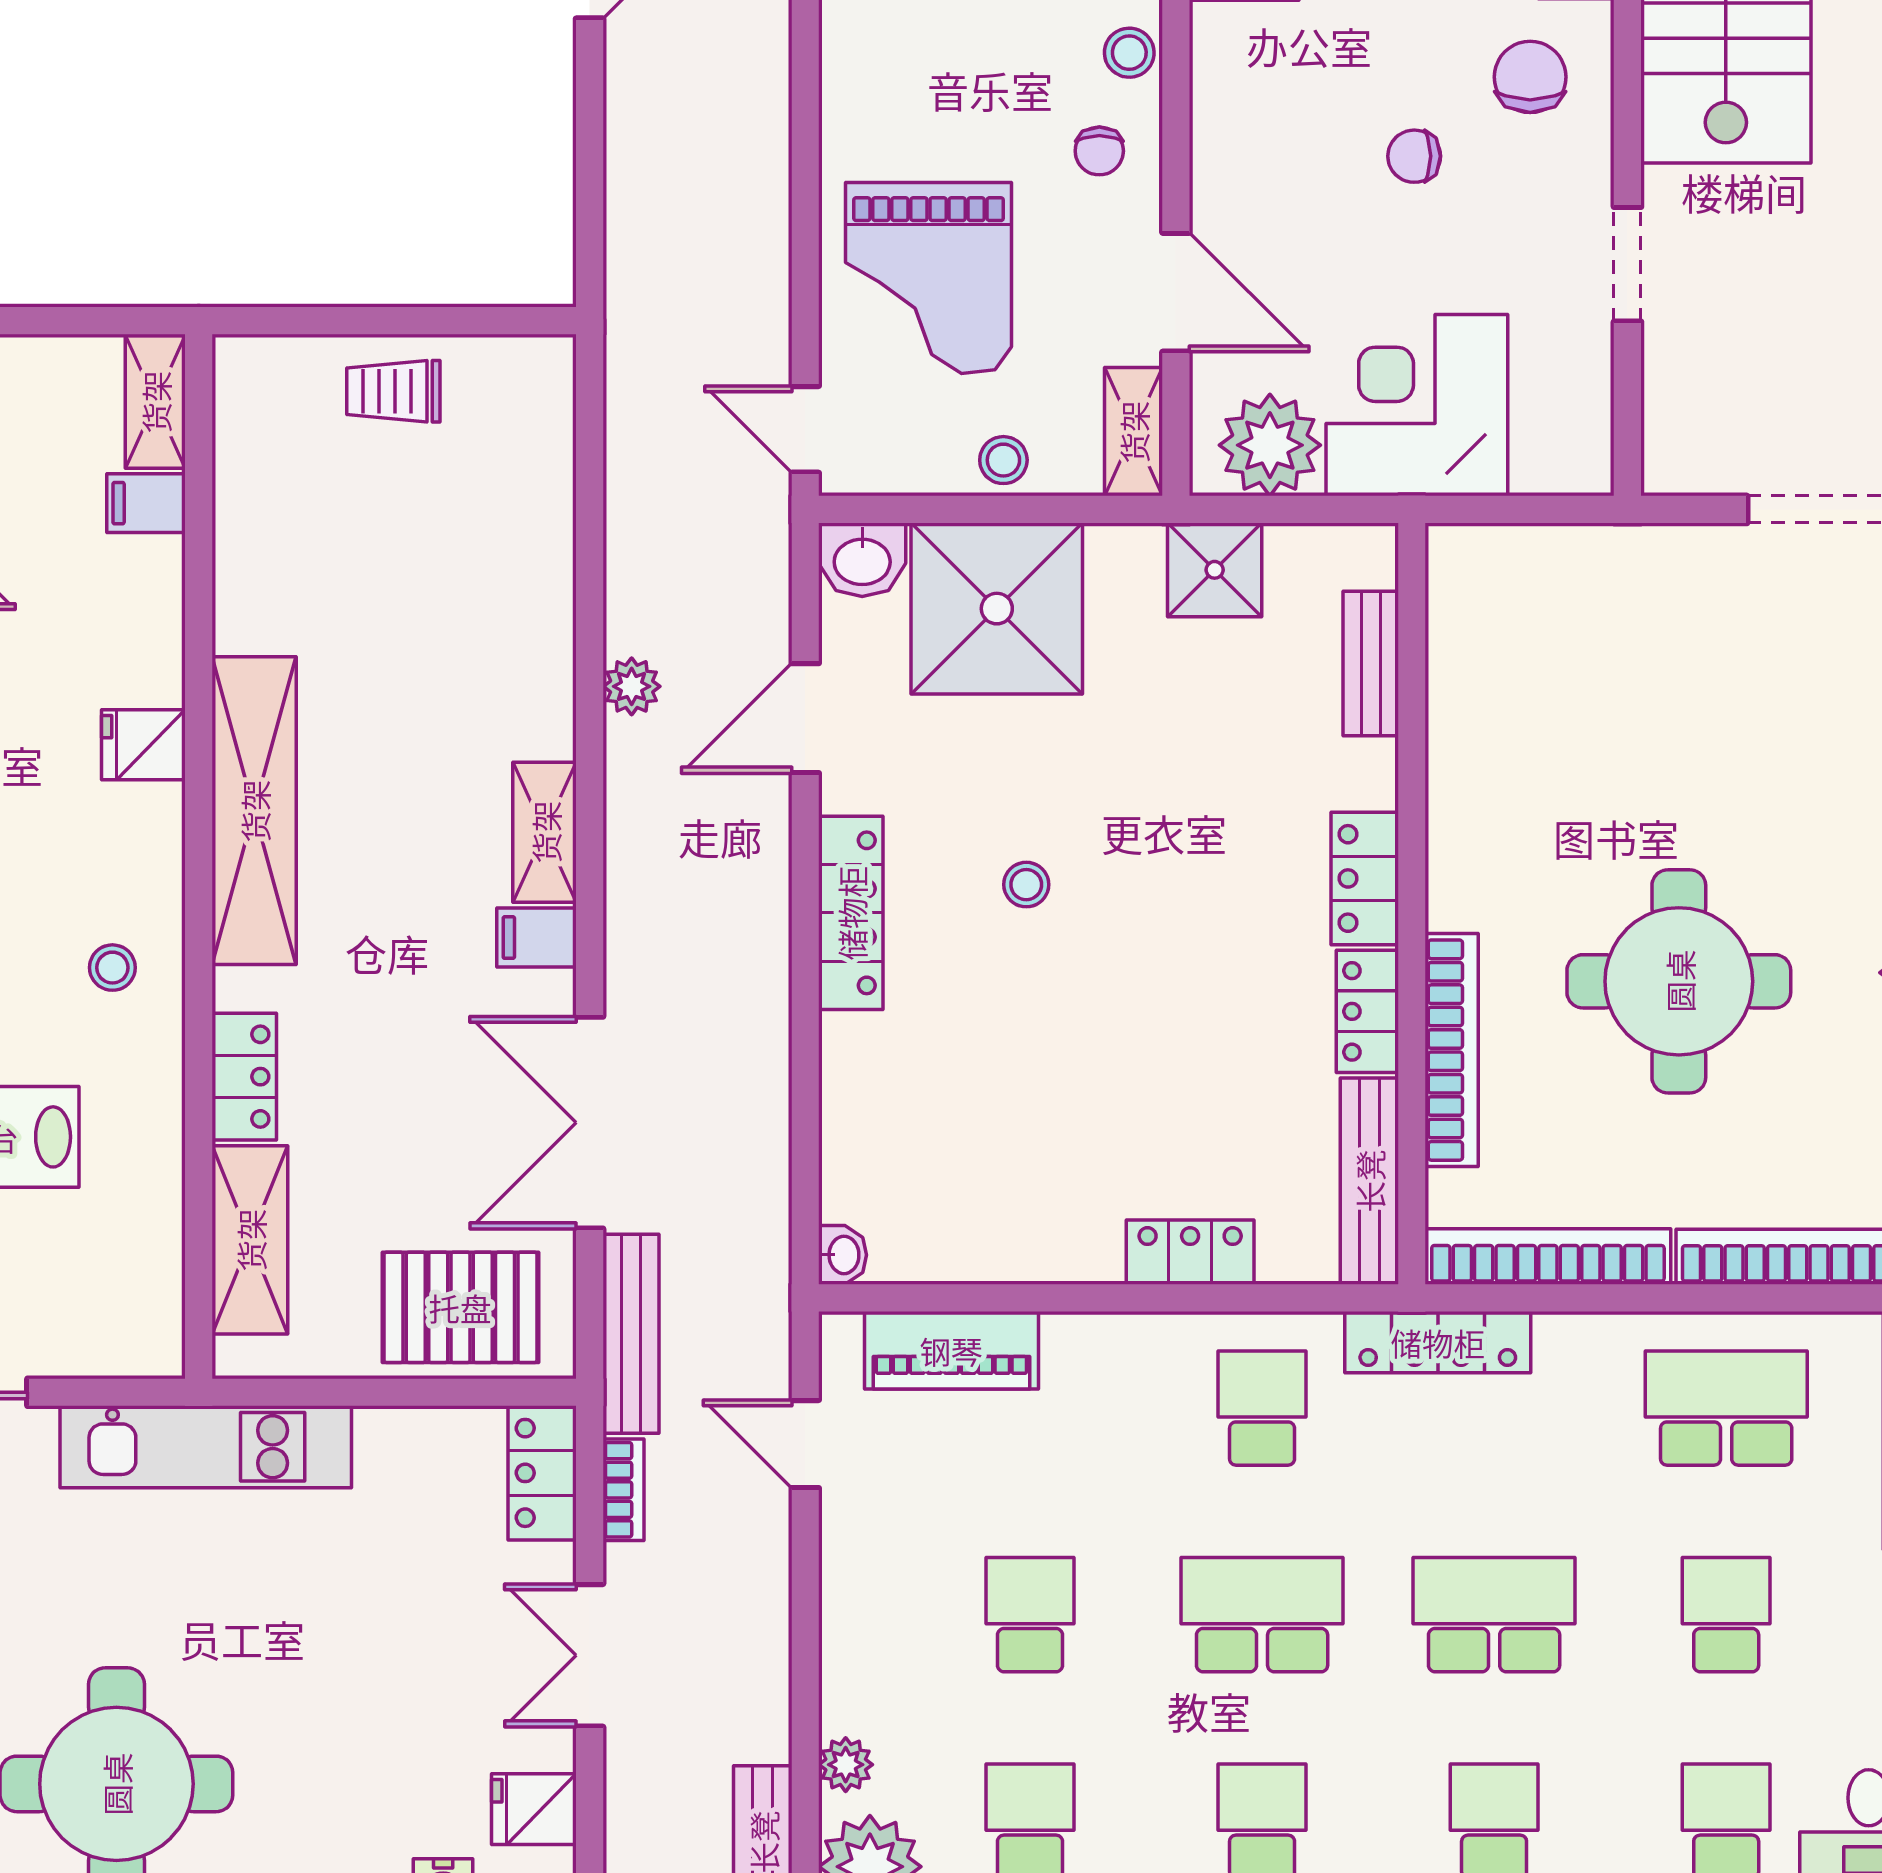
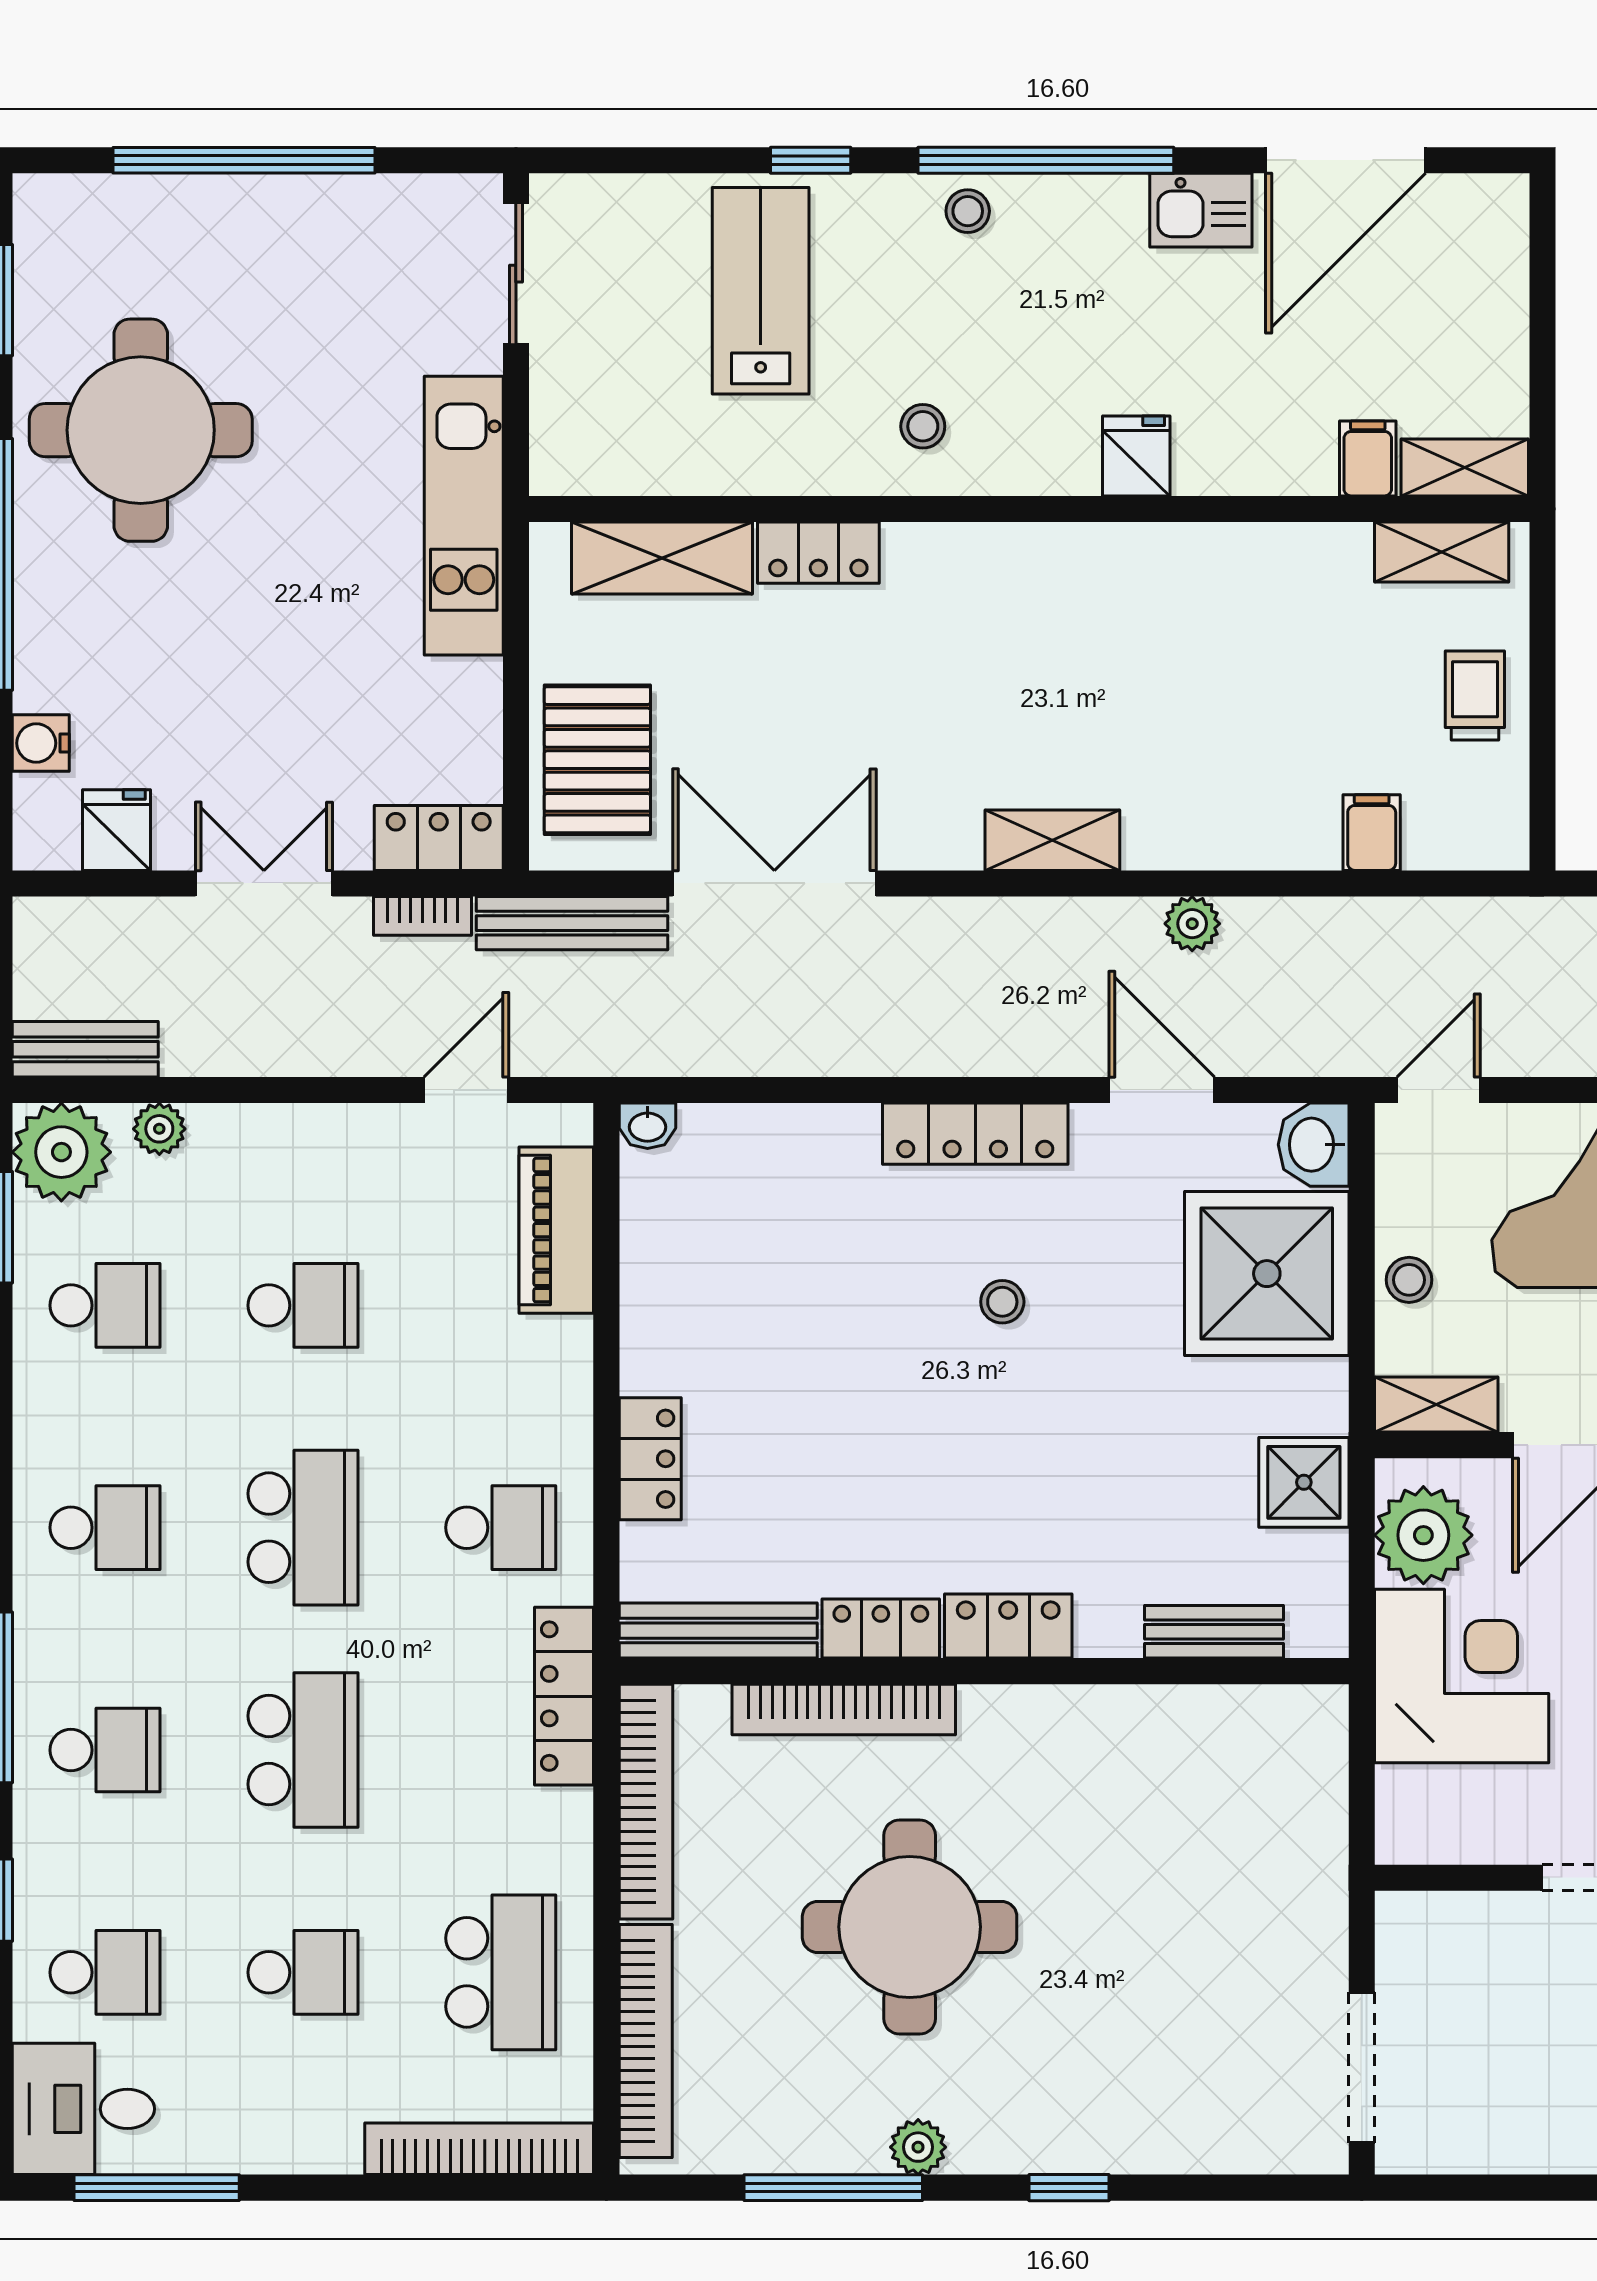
shelving: (254, 811) -> (1442, 552), moved, width x0.45, depth x0.75
filing cabinet: (537, 938) -> (1372, 833), moved

